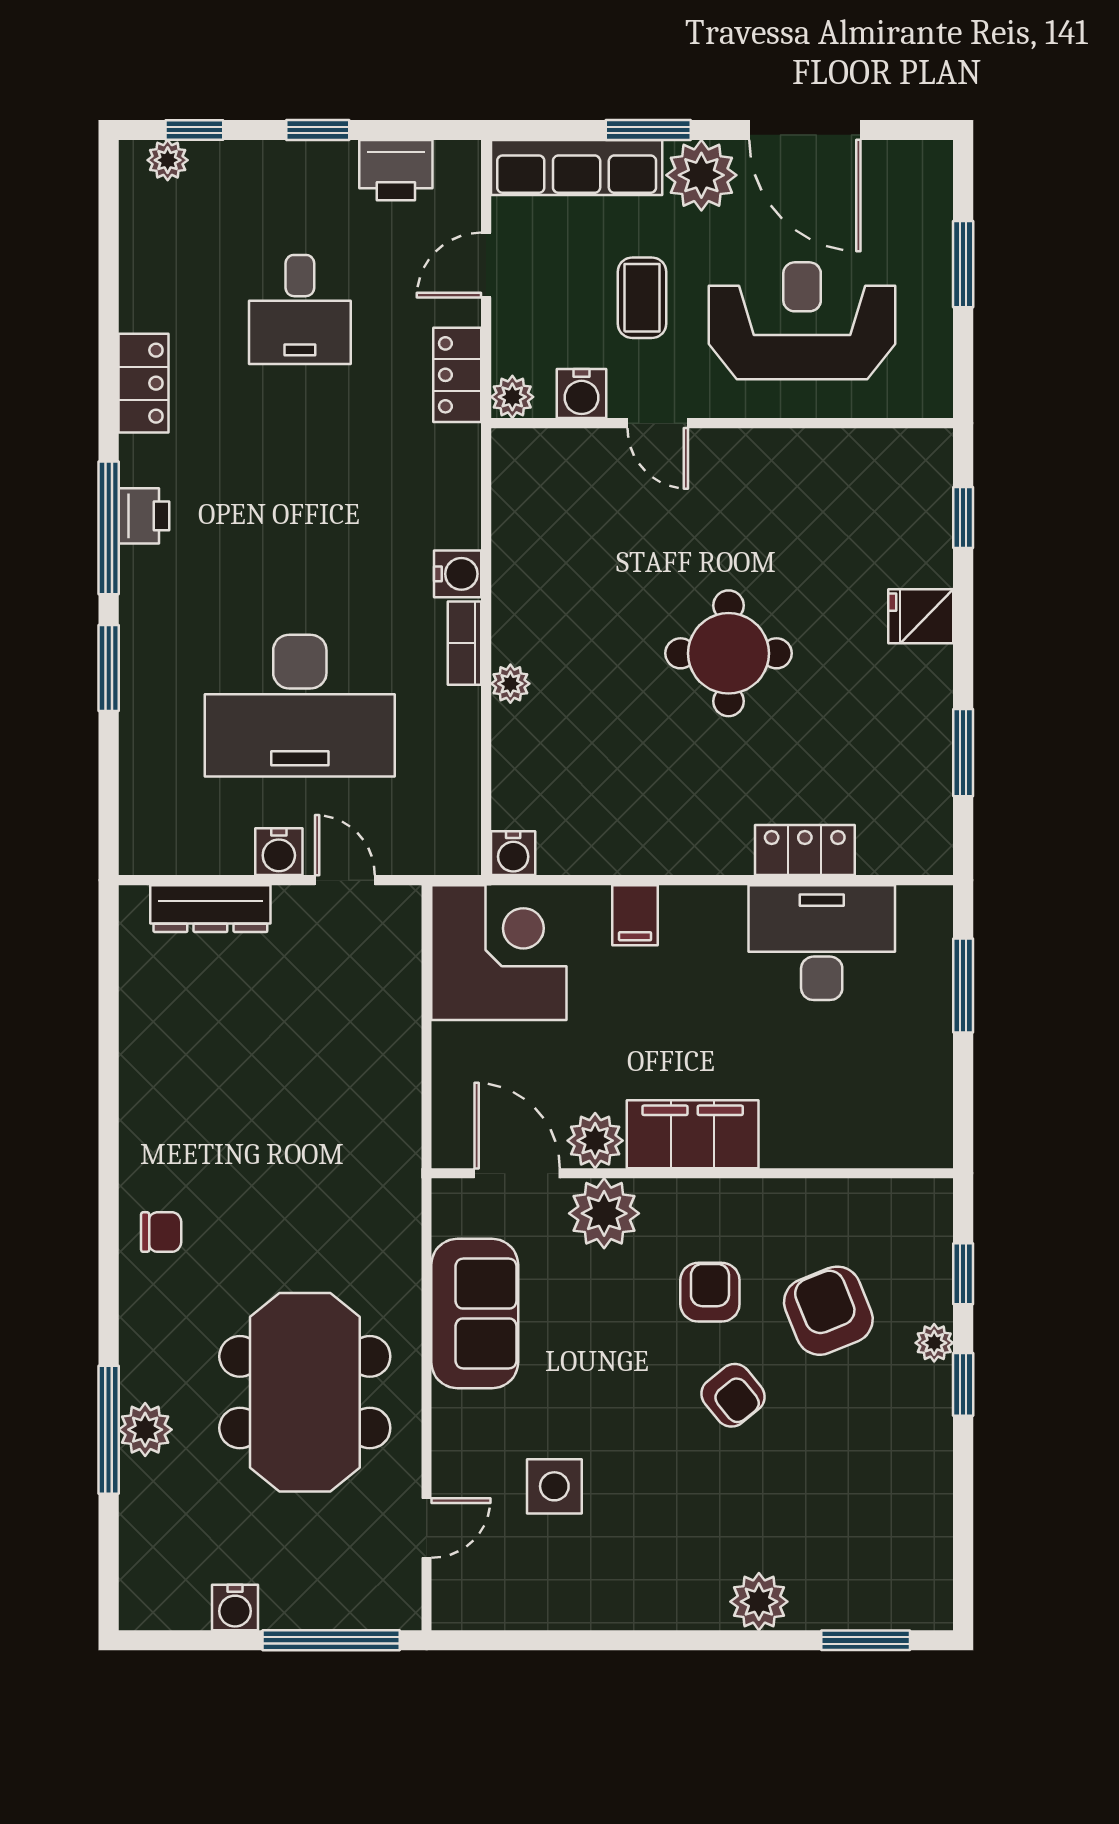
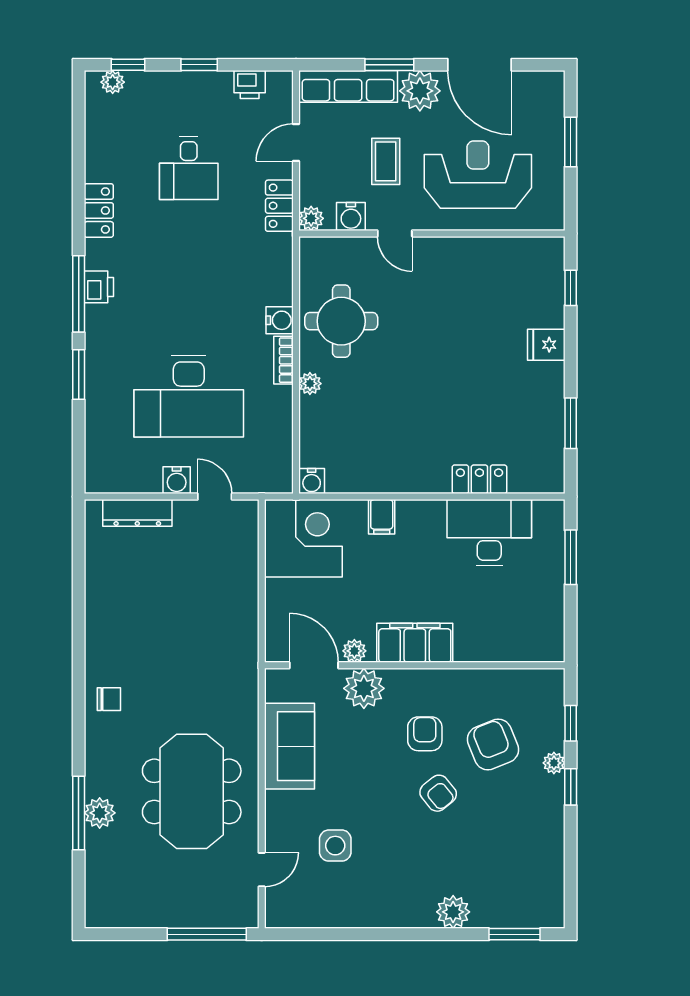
printer: (396, 170) -> (250, 84), width x0.73, depth x0.81
round table: (728, 653) -> (341, 321), moved
plant: (595, 1141) -> (354, 651), width x0.73, depth x0.73
water cooler: (235, 1607) -> (151, 915), removed

